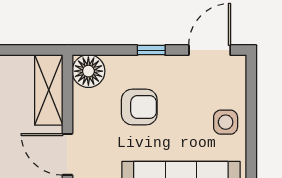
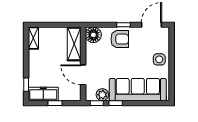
armchair: (139, 107) -> (120, 39), moved

